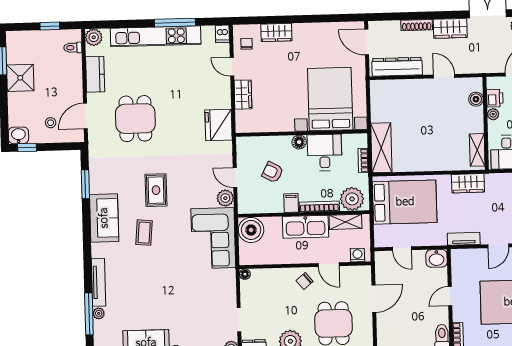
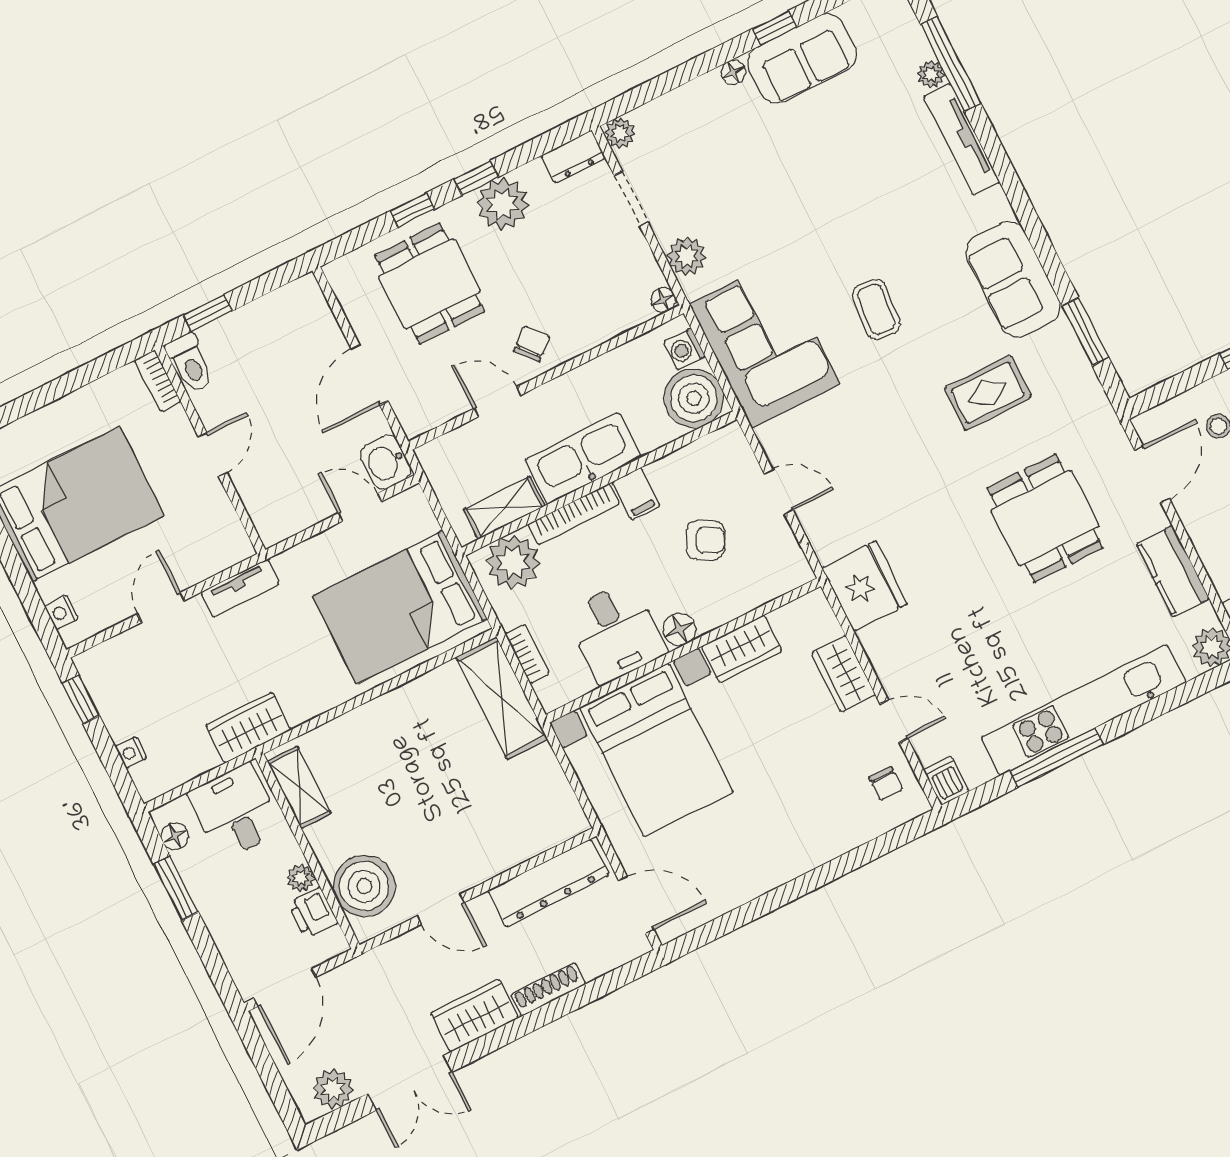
wardrobe: (276, 32) -> (742, 649), moved, turned 180
boiler: (476, 99) -> (364, 886), width x1.86, depth x1.86
wardrobe: (468, 183) -> (248, 728), moved
rug: (156, 190) -> (988, 393), moved, turned 90
plant: (225, 198) -> (687, 256), moved
coffee table: (144, 233) -> (876, 309), moved
washing machine: (357, 255) -> (684, 349), moved, turned 90
washbasin: (436, 258) -> (386, 462), moved, turned -90

